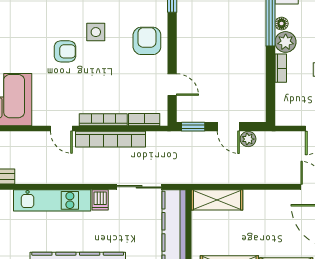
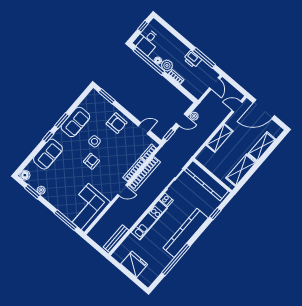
armchair: (147, 41) -> (117, 123), turned 180
shelving: (217, 200) -> (220, 138), moved

